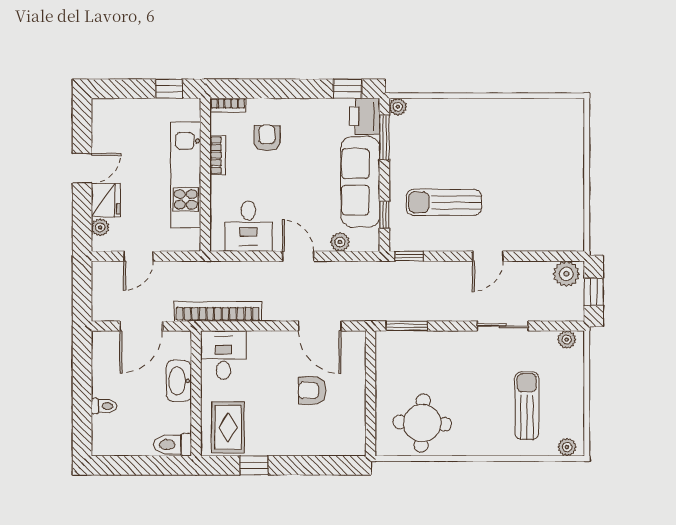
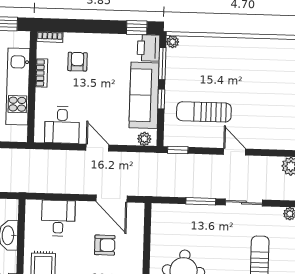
window: (384, 215) -> (161, 99), moved
plant: (340, 242) -> (144, 139), moved
door: (488, 256) -> (235, 152), swing flipped
bookcase: (218, 311) -> (38, 186), removed
window: (407, 326) -> (201, 201), moved
desk: (223, 355) -> (58, 218), moved
armchair: (312, 390) -> (105, 245), turned 180

